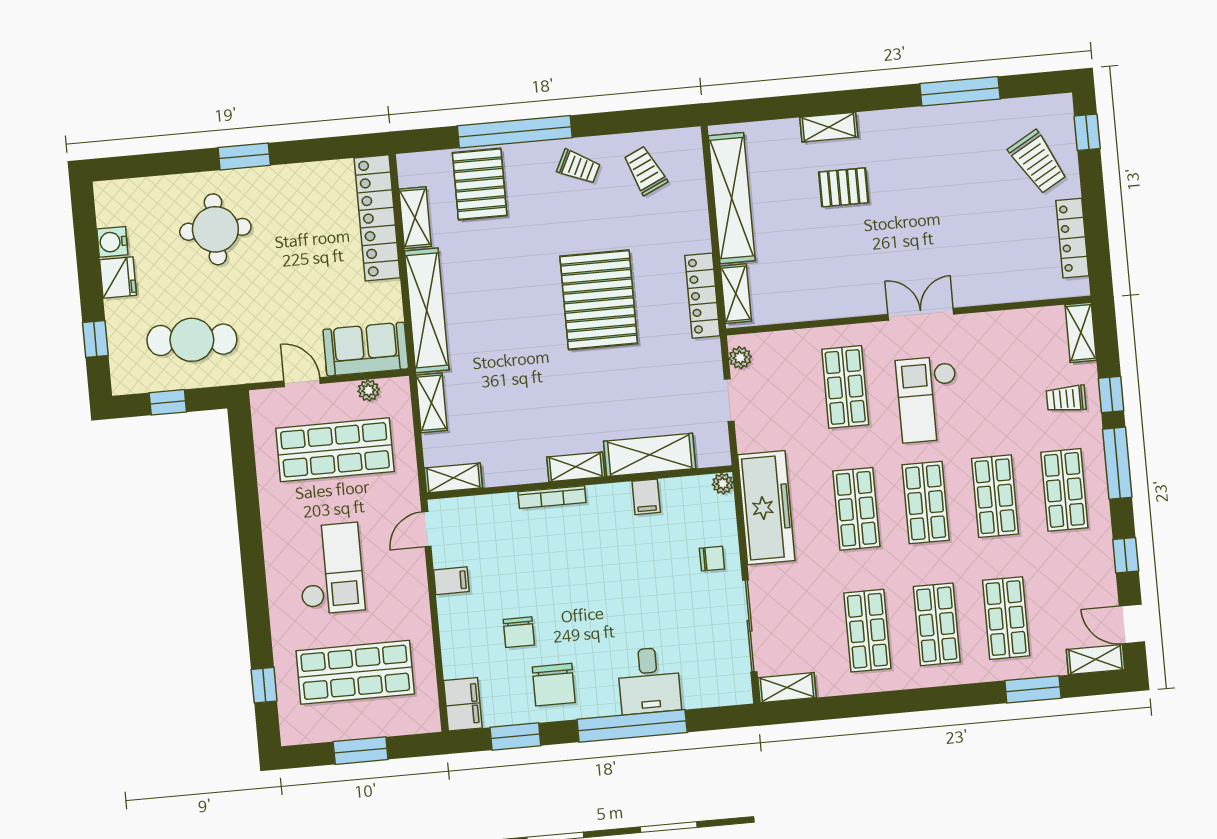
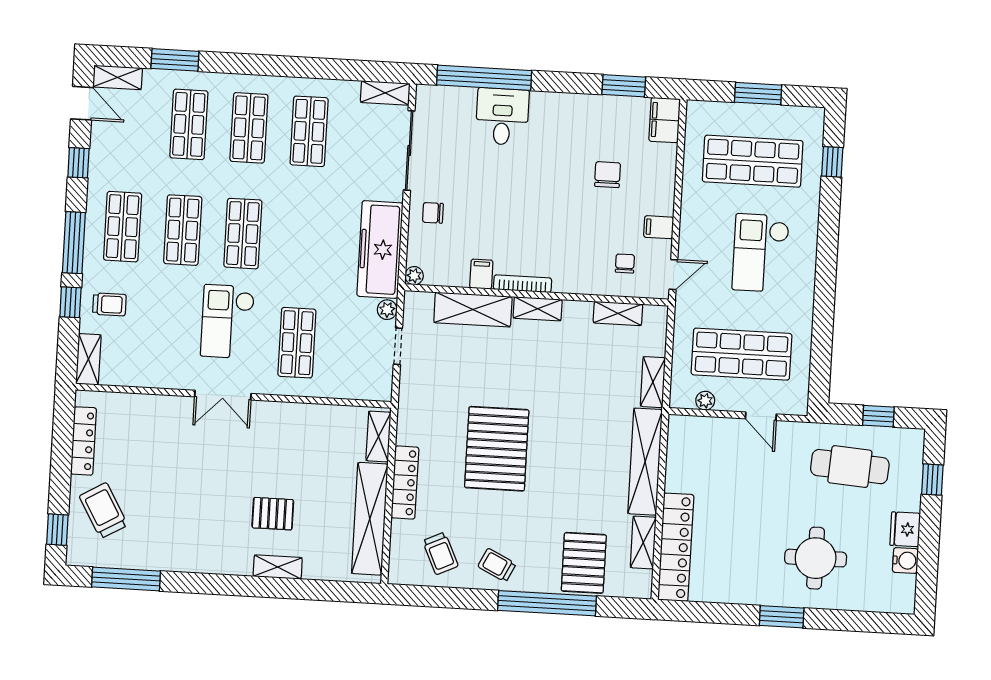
window: (960, 91) -> (126, 579), moved
locker: (702, 296) -> (405, 482), moved
sofa: (366, 349) -> (702, 436), removed
plant: (740, 358) -> (387, 310), moved
checkout: (928, 399) -> (227, 322), turned 180
shelving: (453, 478) -> (618, 313), moved
bookcase: (552, 497) -> (523, 284), moved
shop shelf: (856, 509) -> (303, 237), removed
chair: (554, 685) -> (625, 263), moved, width x0.54, depth x0.54
window: (632, 726) -> (484, 78), moved

